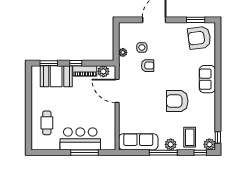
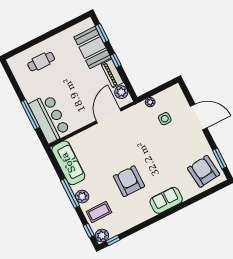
armchair: (148, 66) -> (149, 134), removed
bar counter: (80, 139) -> (50, 118), moved

